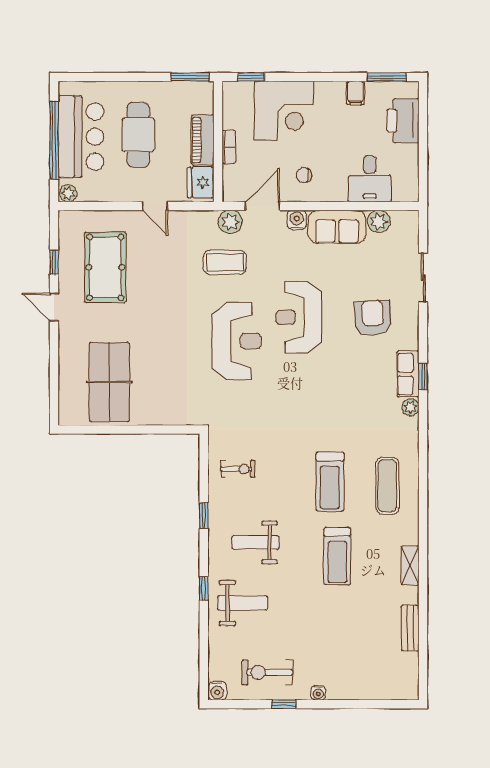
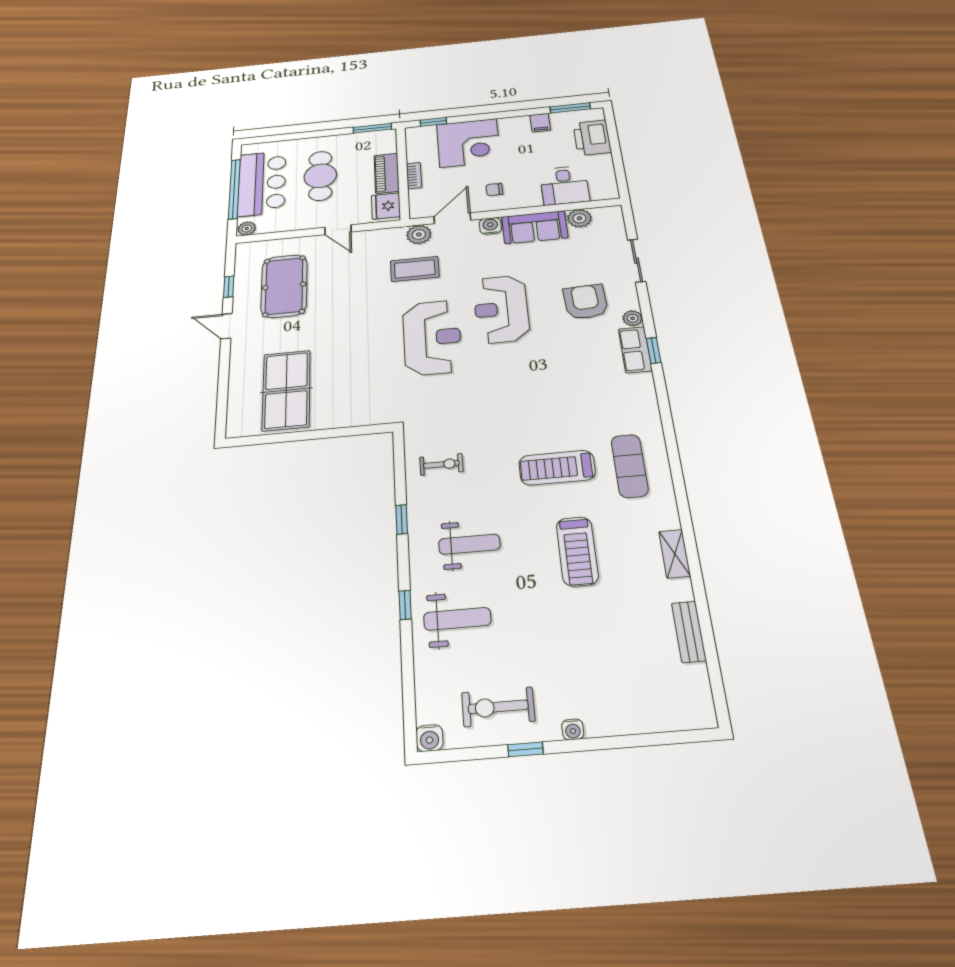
plant: (410, 407) -> (633, 318), moved
treadmill: (330, 482) -> (557, 468), turned 90
weight bench: (256, 542) -> (469, 544), turned 180

